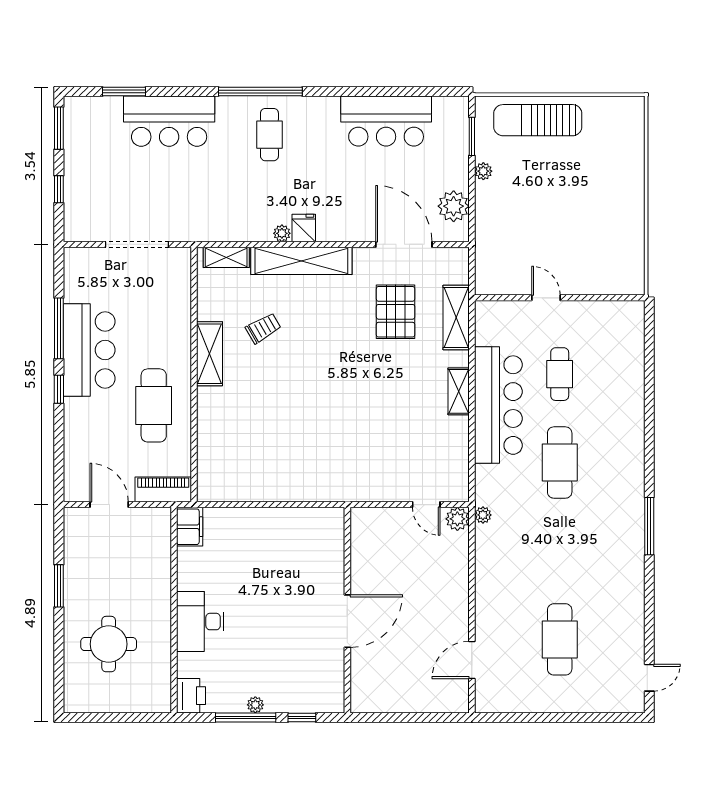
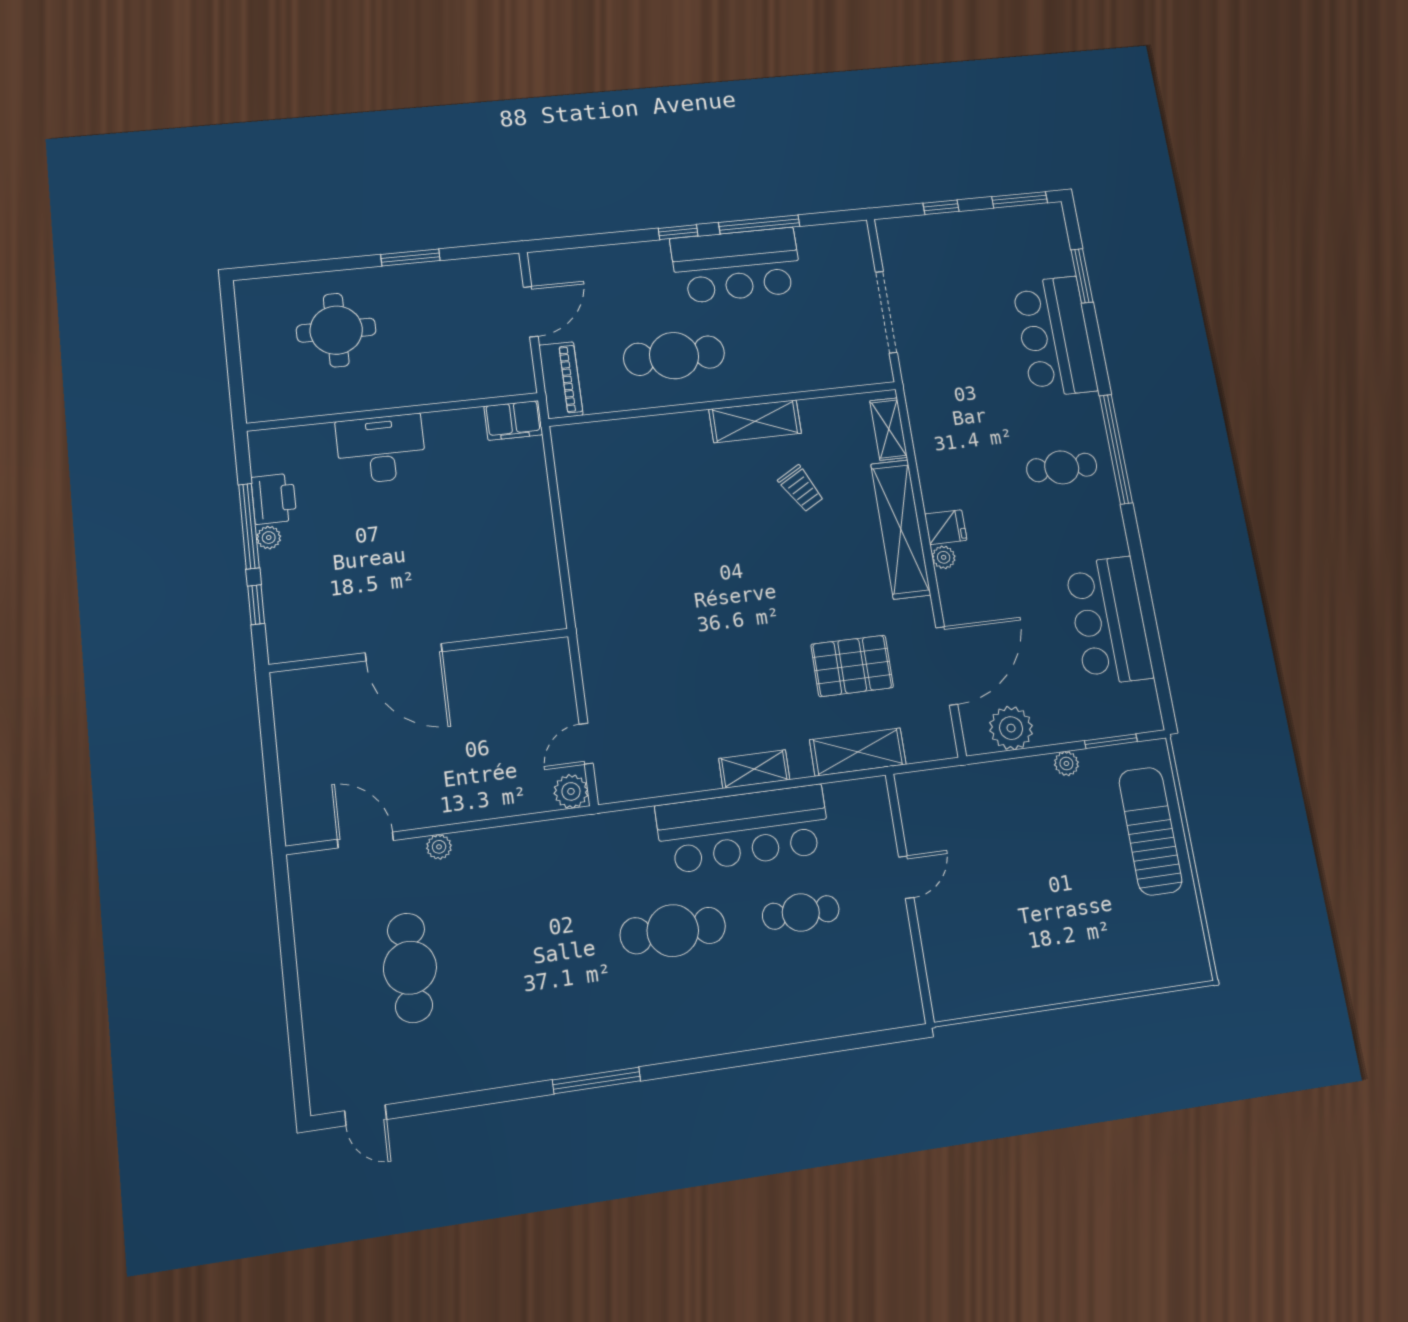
plant: (282, 233) -> (944, 557), moved
plant: (483, 515) -> (439, 847), moved
cafe table: (560, 639) -> (410, 968), turned 90
printer: (191, 696) -> (274, 499), moved, turned -90

